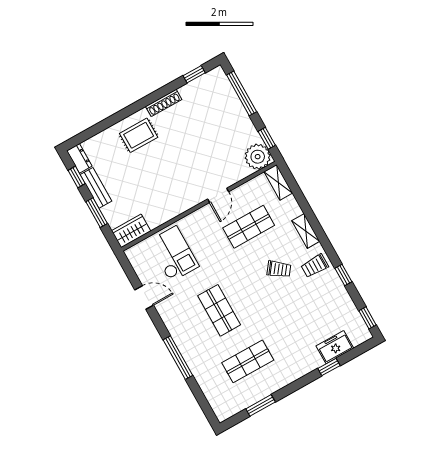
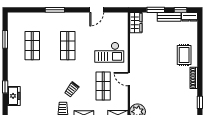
checkout: (173, 254) -> (109, 52), moved
shop shelf: (219, 310) -> (68, 46), turned 90
window: (178, 358) -> (55, 10), width x0.69

